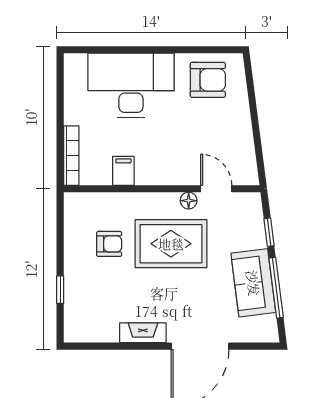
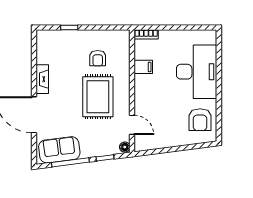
bookcase: (71, 156) -> (146, 34), width x0.64
door: (216, 189) -> (132, 125), hinge flipped
floor lamp: (189, 201) -> (125, 147), moved
sofa: (253, 283) -> (59, 150), moved

